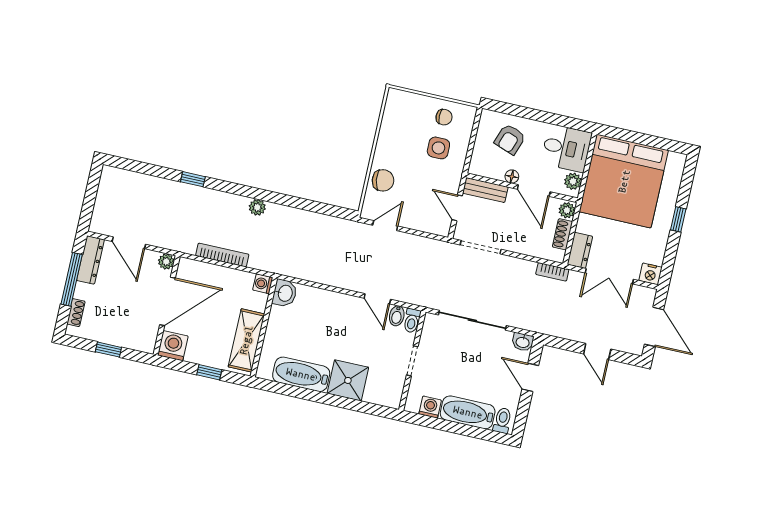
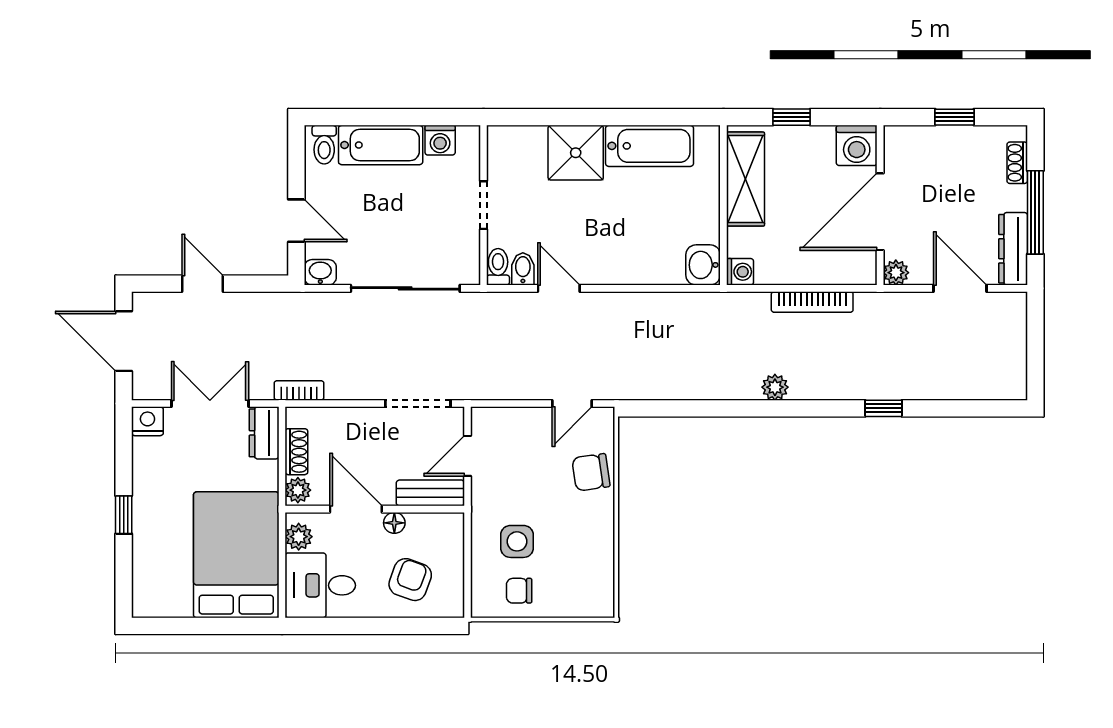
bed: (624, 181) -> (236, 555), width x0.73
door: (457, 208) -> (468, 456), swing flipped

